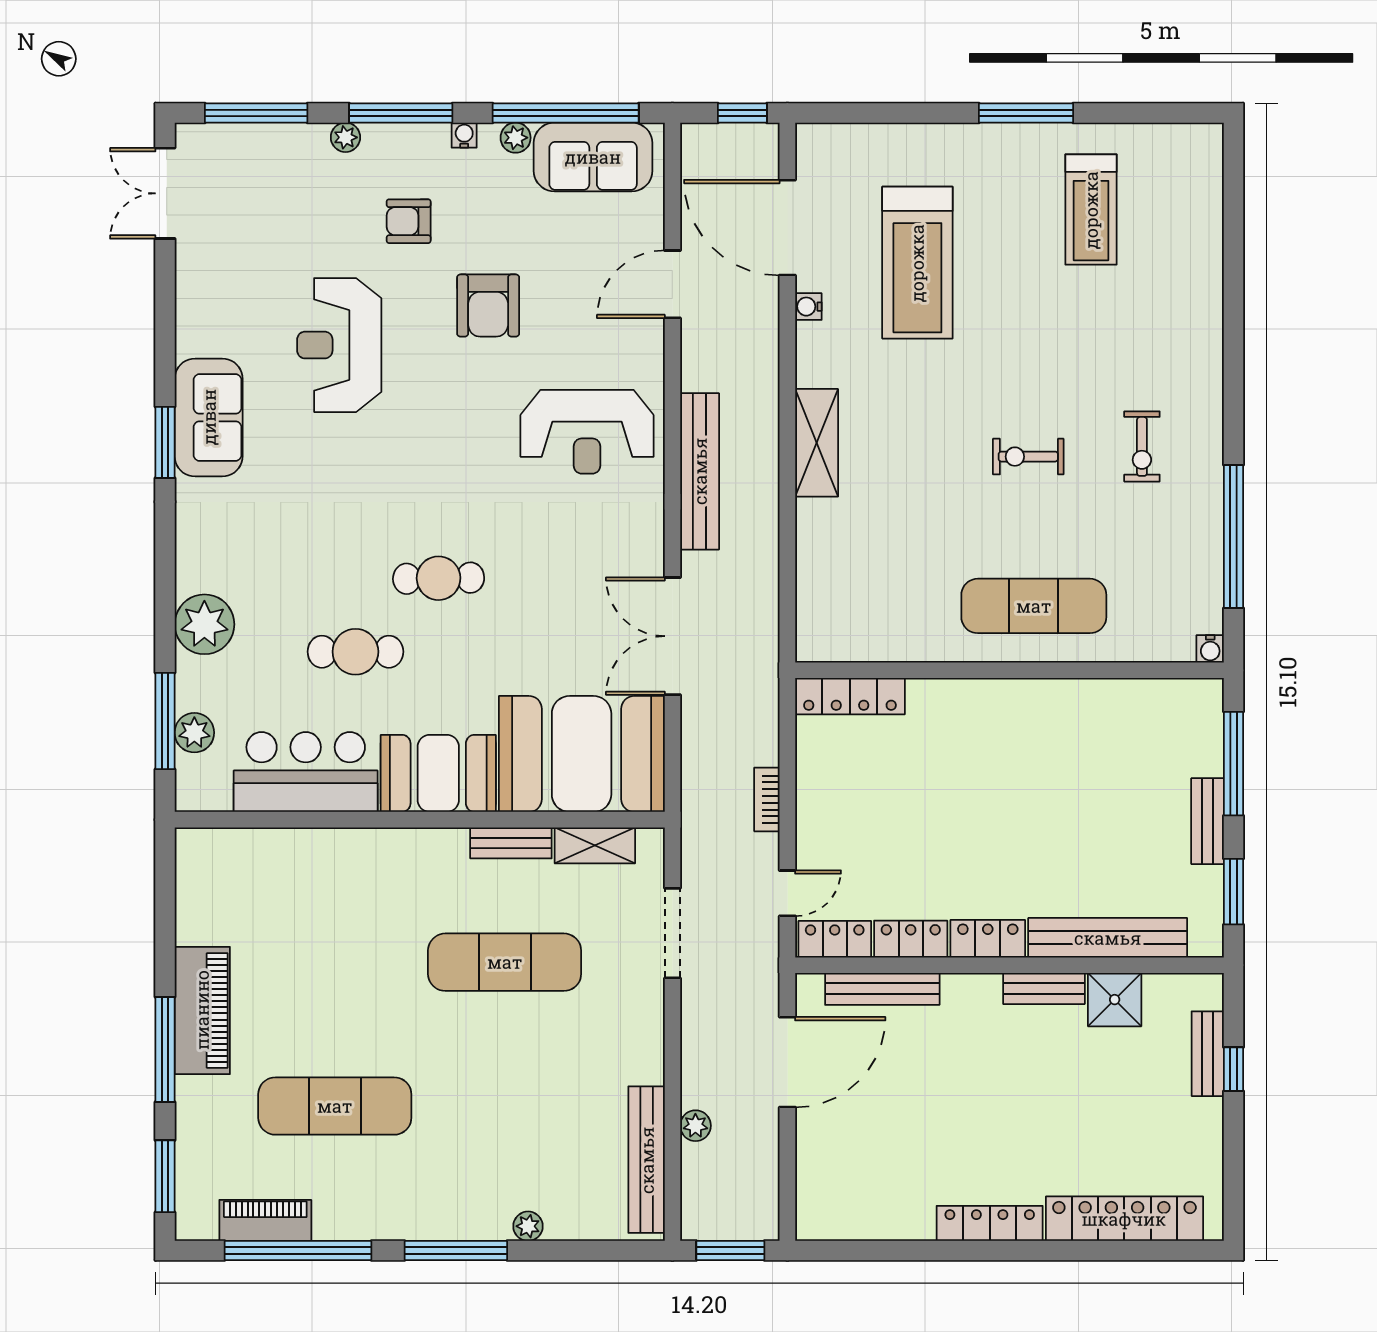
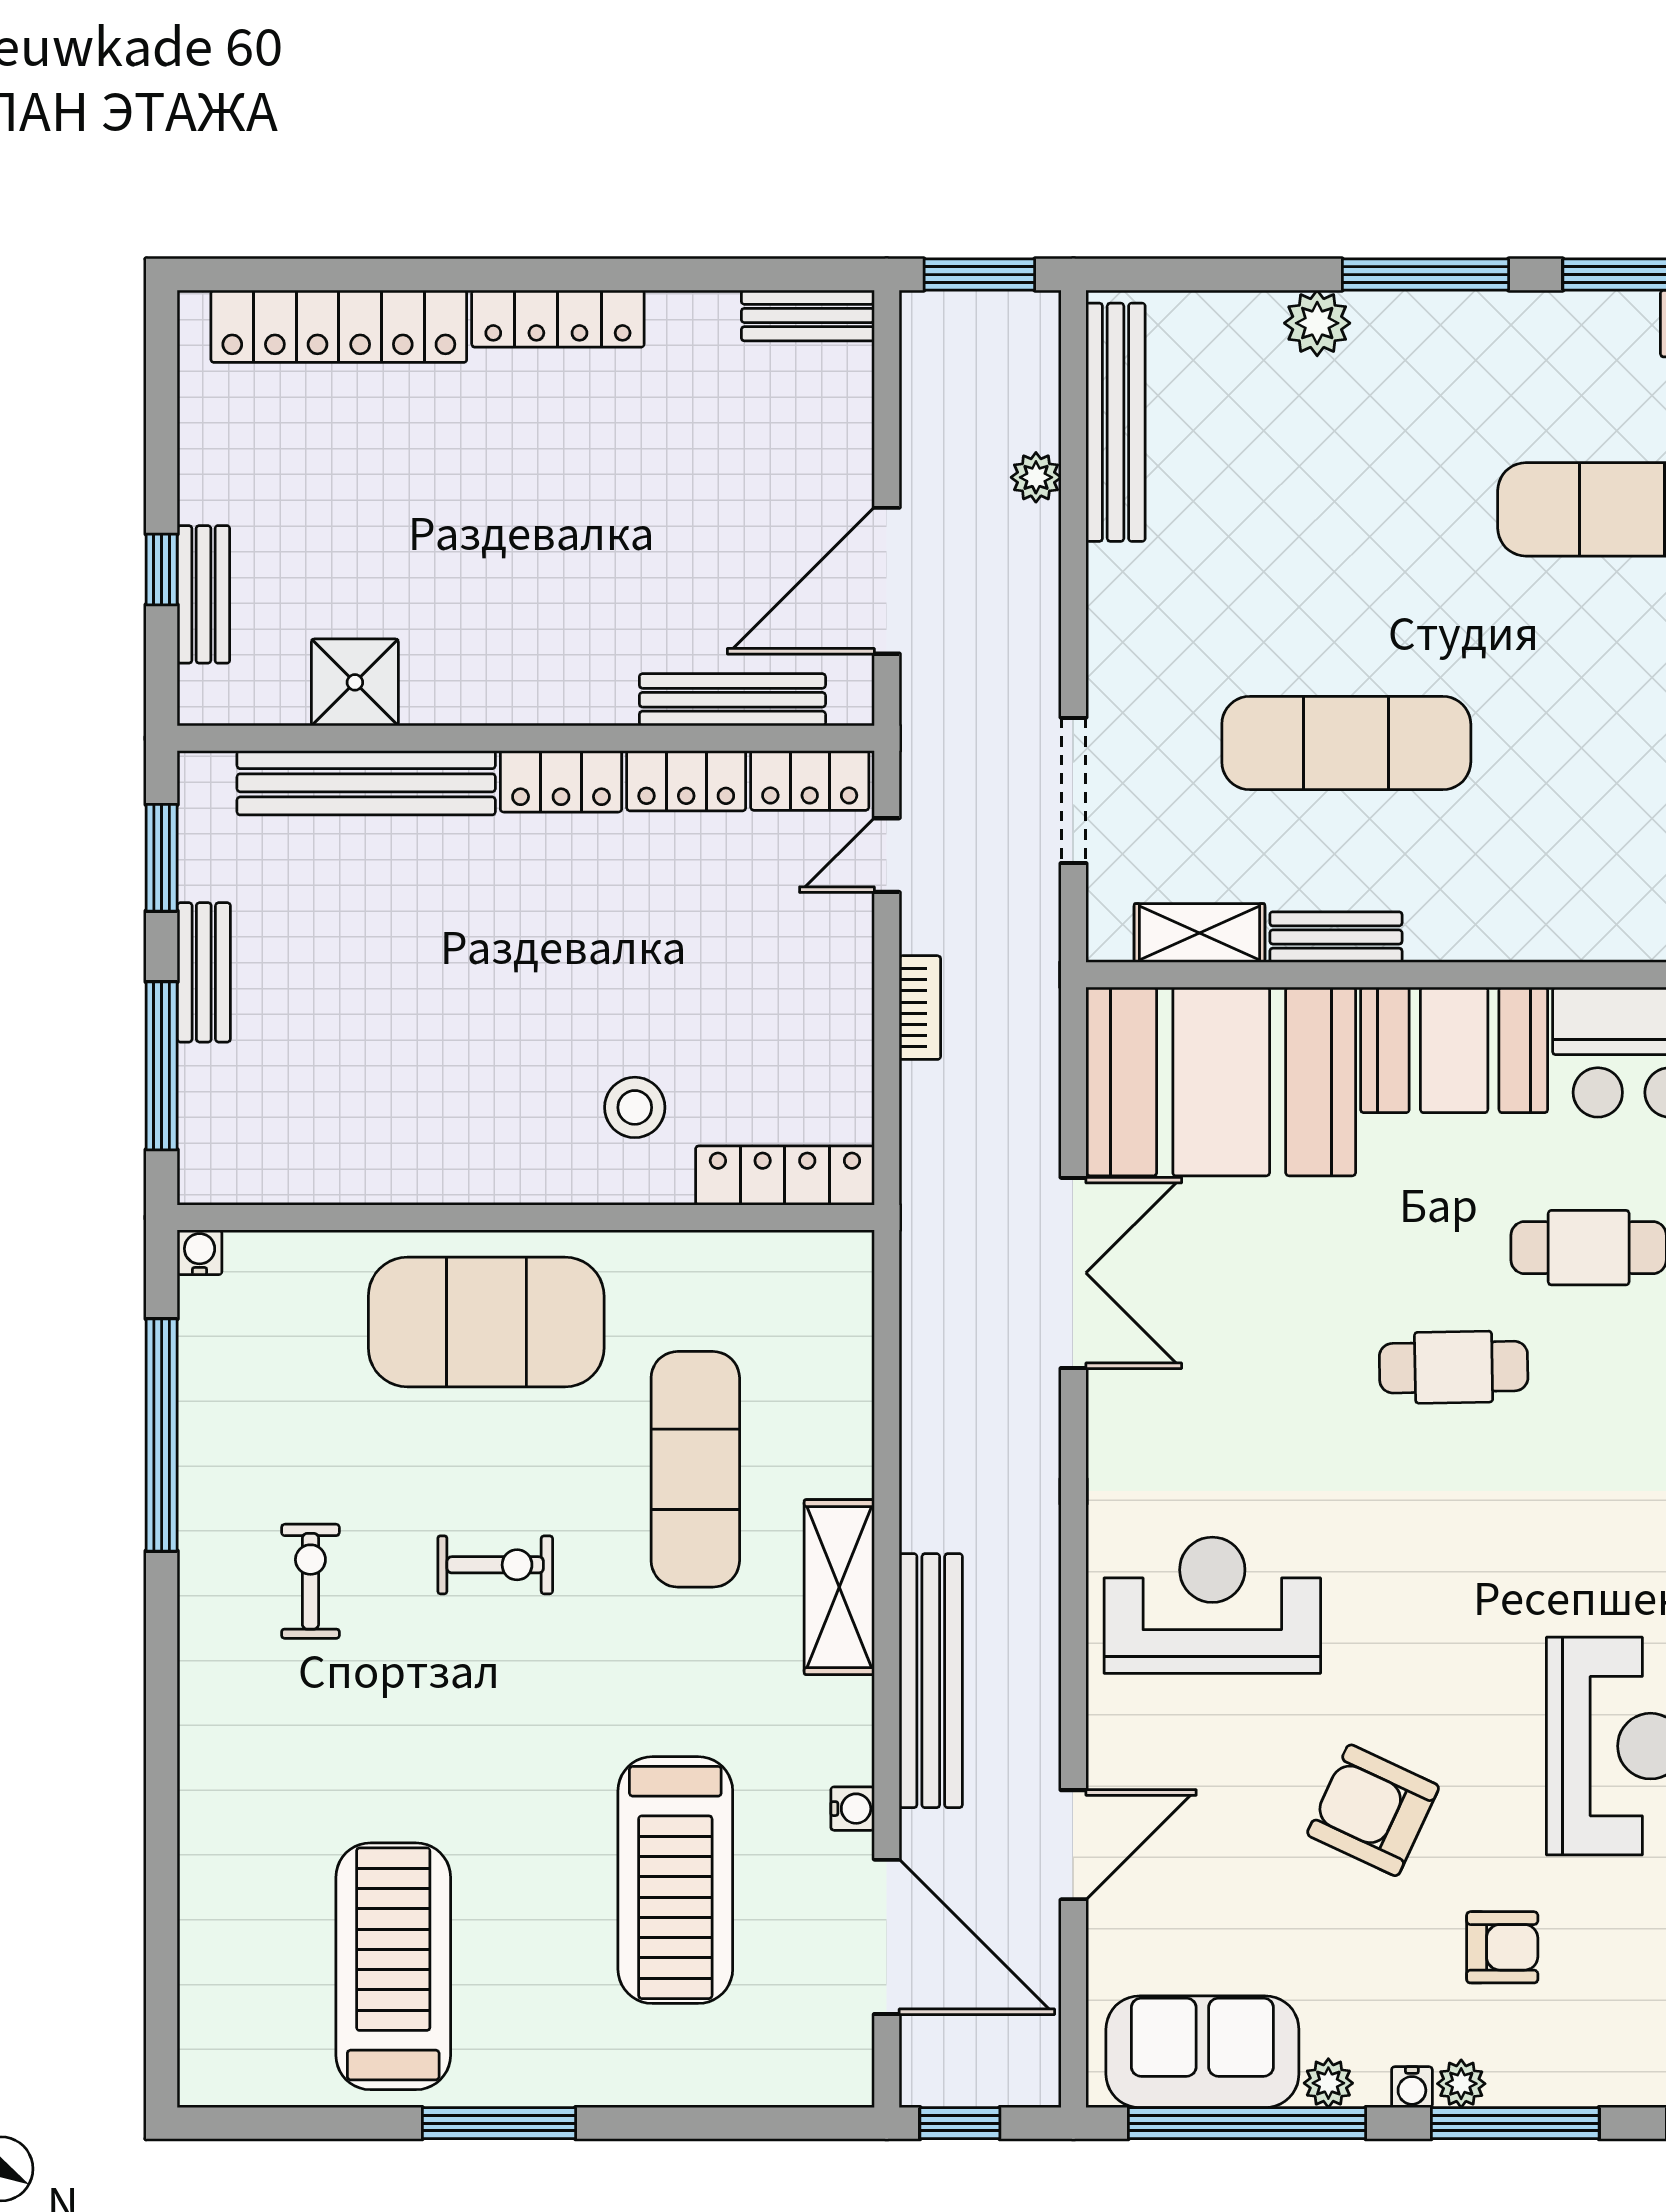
plant: (345, 137) -> (1461, 2084), moved
treadmill: (1091, 210) -> (393, 1966), width x1.37, depth x1.38
treadmill: (917, 263) -> (675, 1880), turned 180
armchair: (488, 306) -> (1373, 1810), turned -65
bench: (700, 471) -> (931, 1681), moved
exercise mat: (905, 515) -> (695, 1469), added
exercise mat: (1034, 606) -> (486, 1322), width x1.47
stool: (942, 738) -> (635, 1107), added
bench: (1044, 988) -> (808, 315), moved
plant: (528, 1226) -> (1317, 323), width x1.38, depth x1.38

